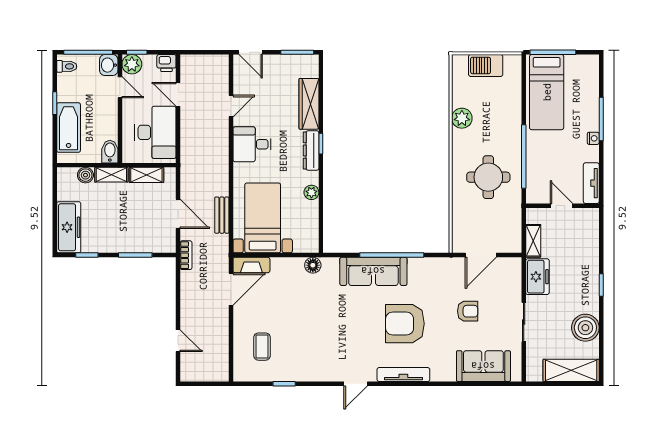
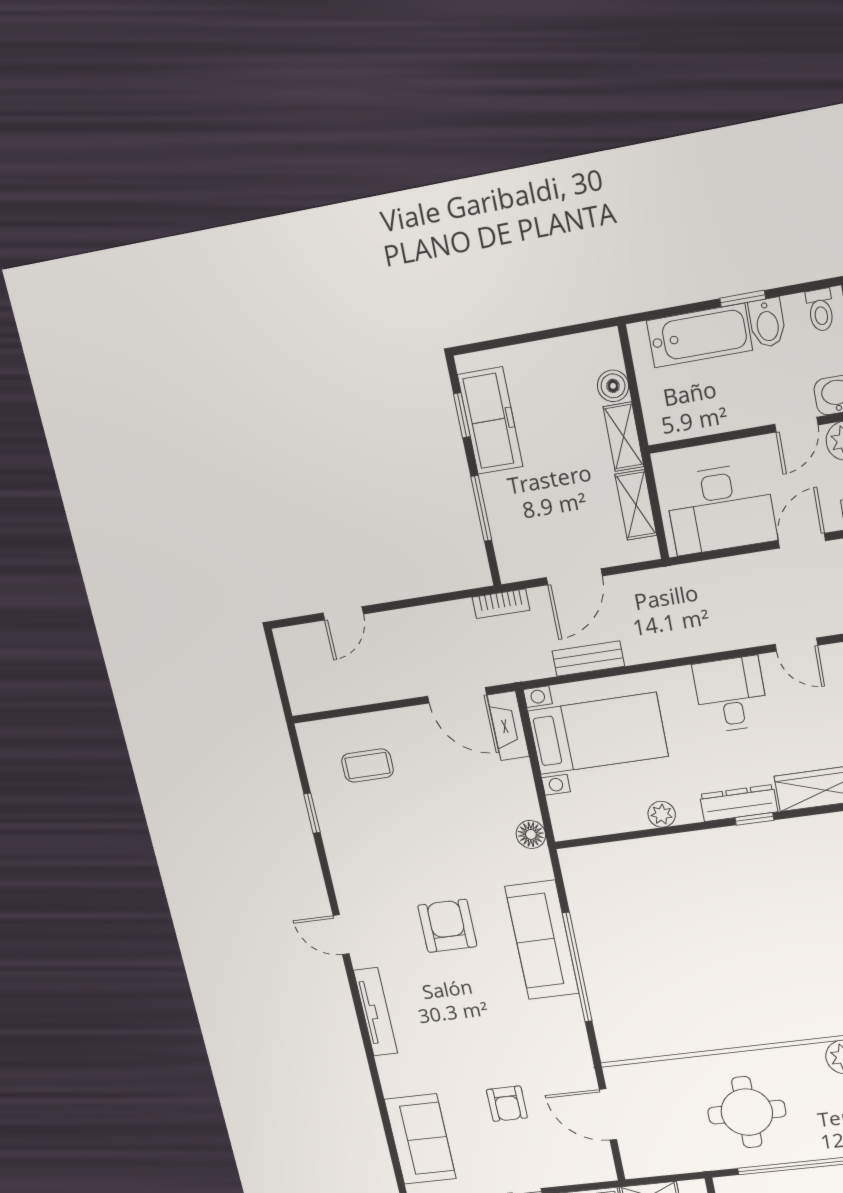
bidet: (110, 152) -> (767, 323), moved, turned 90
freezer: (69, 227) -> (490, 421), moved, turned -90
armchair: (405, 324) -> (447, 926), moved, width x0.73, depth x0.73

